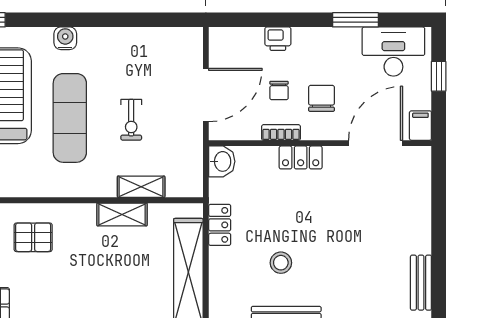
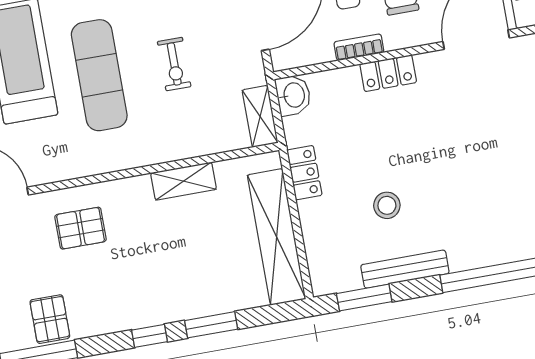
shelving: (141, 187) -> (260, 116), moved, turned 90

